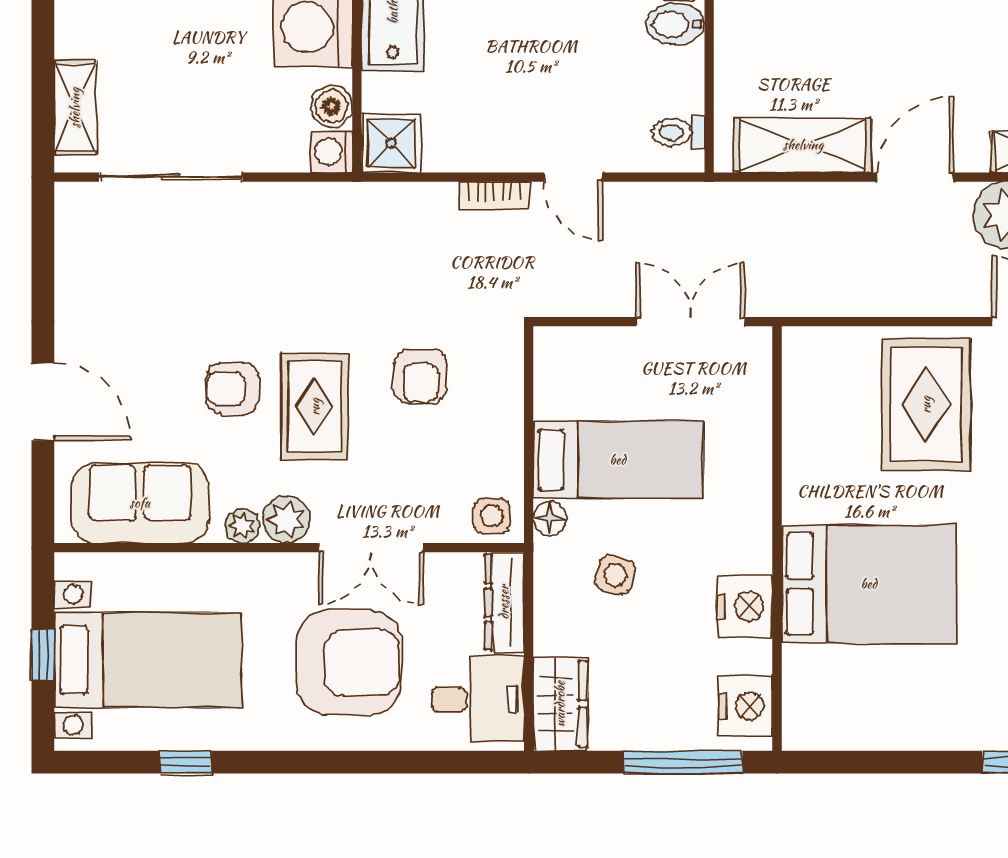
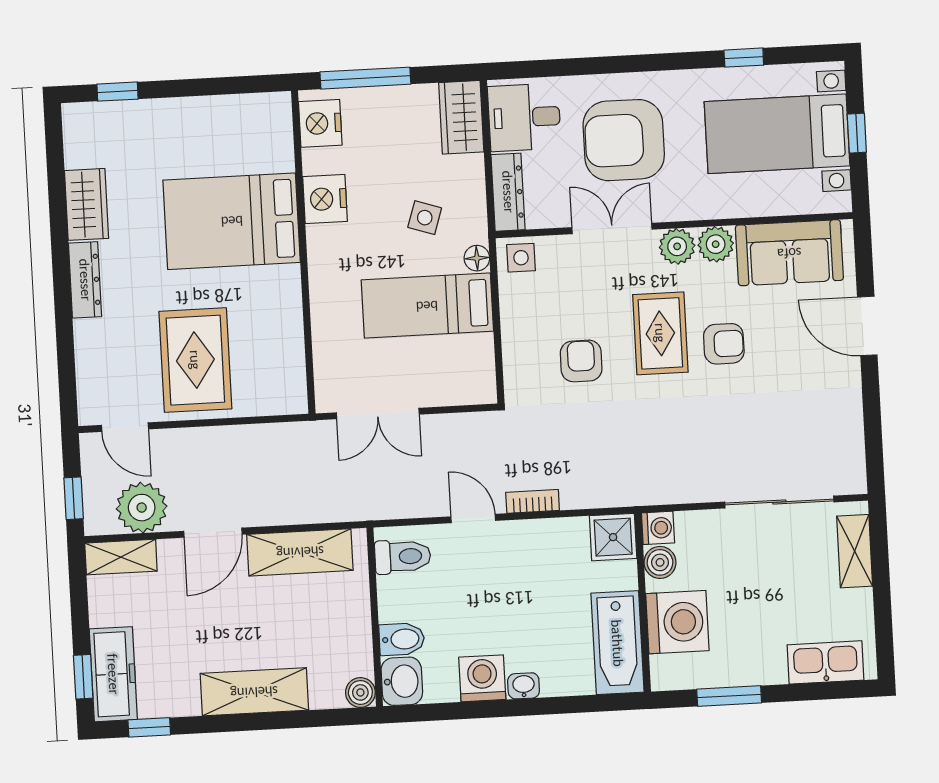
toilet: (678, 132) -> (403, 557), width x1.37, depth x1.39
plant: (242, 526) -> (716, 244), width x1.38, depth x1.38

